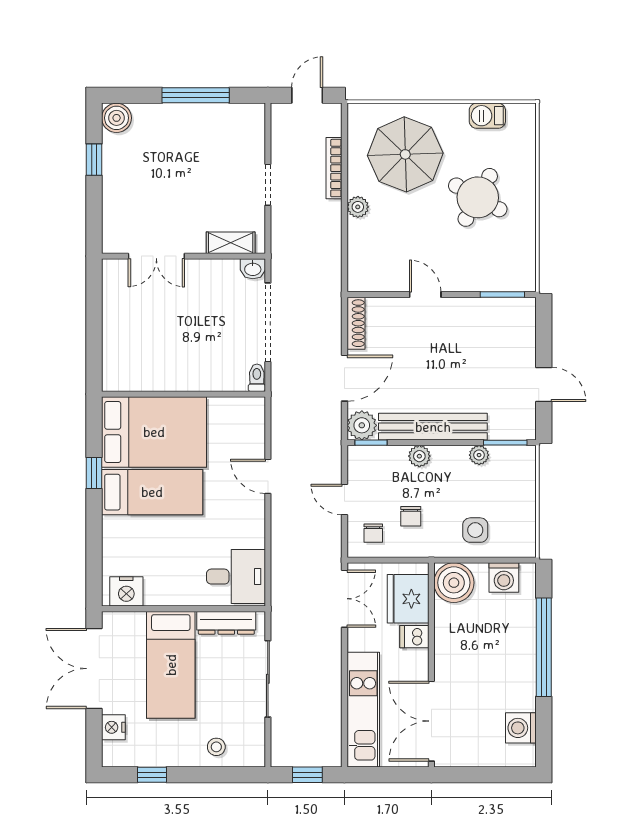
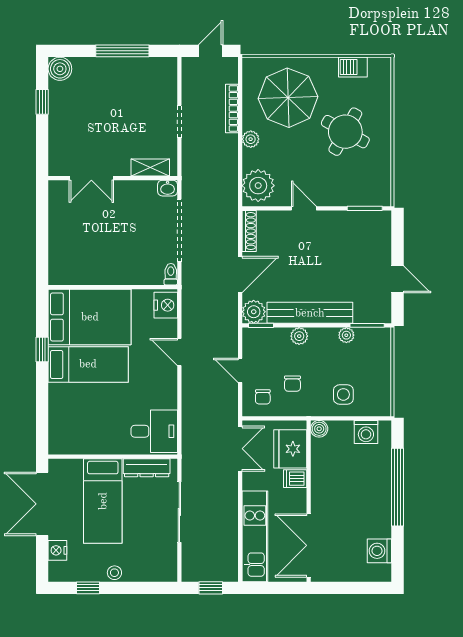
plant: (367, 266) -> (258, 186), added
boiler: (454, 583) -> (319, 429), width x0.54, depth x0.54
nightstand: (126, 591) -> (166, 305), moved, turned -90
stool: (216, 747) -> (114, 573), moved

